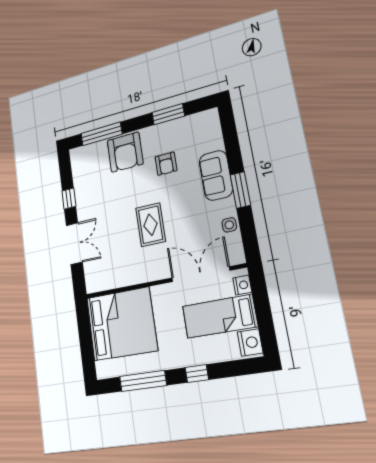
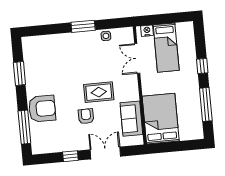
armchair: (166, 164) -> (86, 116), moved, turned -90
sofa: (216, 175) -> (131, 119), moved, turned 90
double door: (201, 274) -> (137, 58), width x0.73
bed: (122, 324) -> (161, 119), width x0.73
nightstand: (250, 342) -> (184, 29), removed

